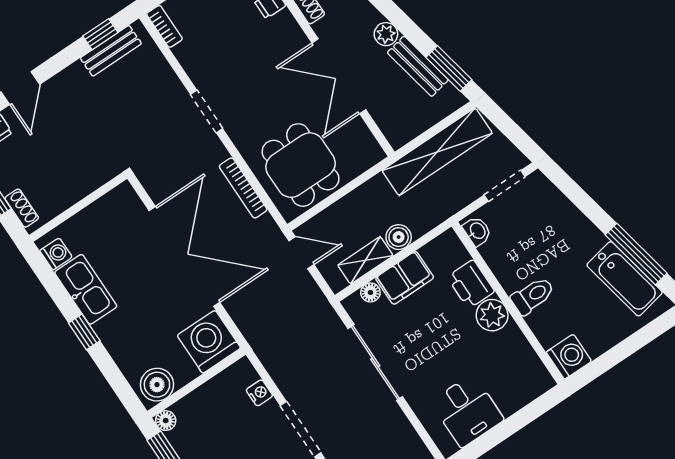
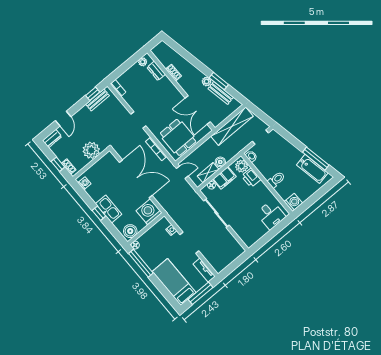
window: (449, 68) -> (219, 81), moved
double door: (339, 76) -> (198, 110), moved
plant: (82, 174) -> (91, 150), added
kitchen sink: (86, 289) -> (109, 209), moved
plant: (492, 315) -> (242, 166), moved
desk: (467, 411) -> (271, 215), moved

